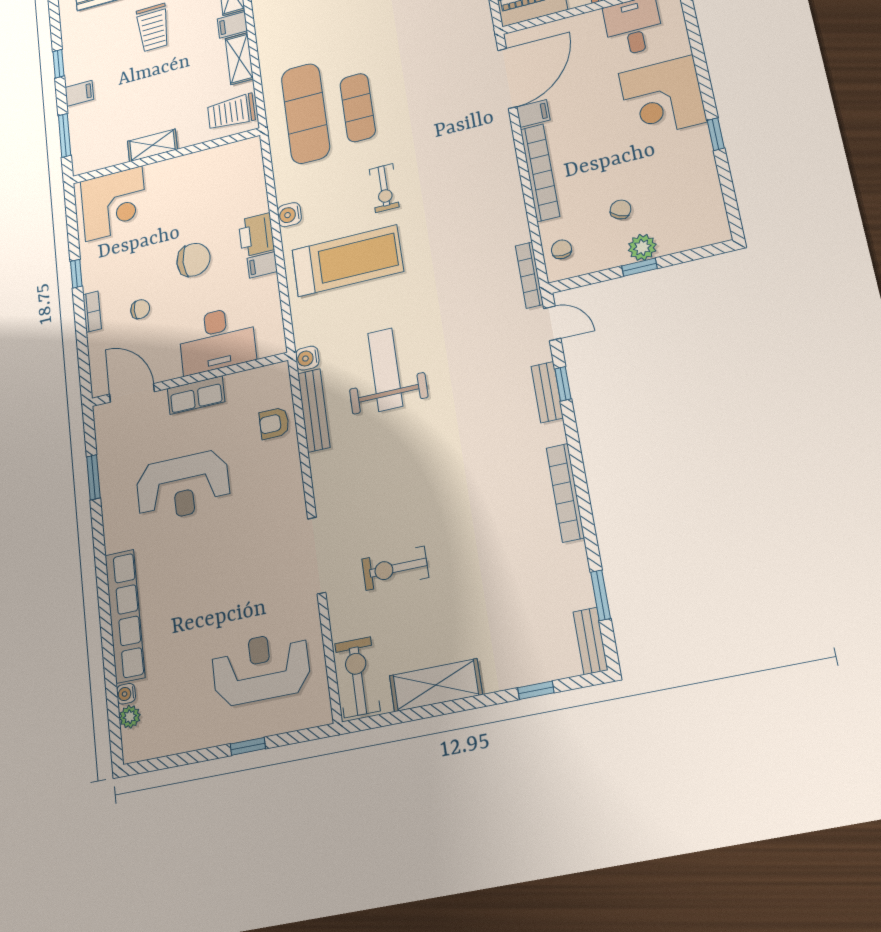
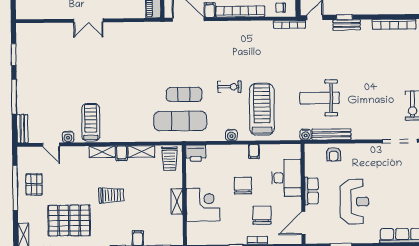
corner desk: (114, 204) -> (203, 205), moved
printer: (256, 235) -> (196, 153), moved
chair: (140, 309) -> (262, 215), width x1.87, depth x1.87

